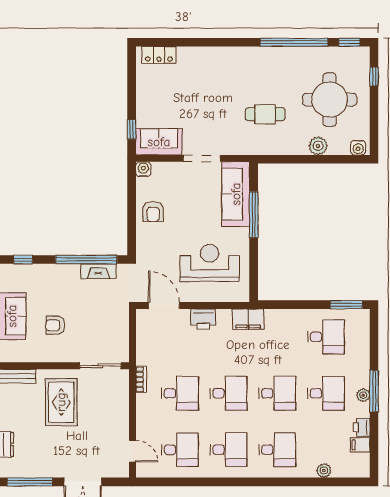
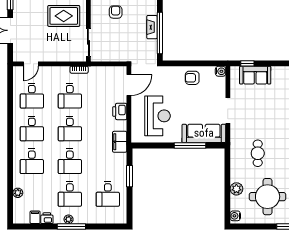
sofa: (159, 142) -> (255, 75), moved, turned 90
fireplace: (98, 271) -> (152, 27), moved
window: (346, 305) -> (129, 176), moved

